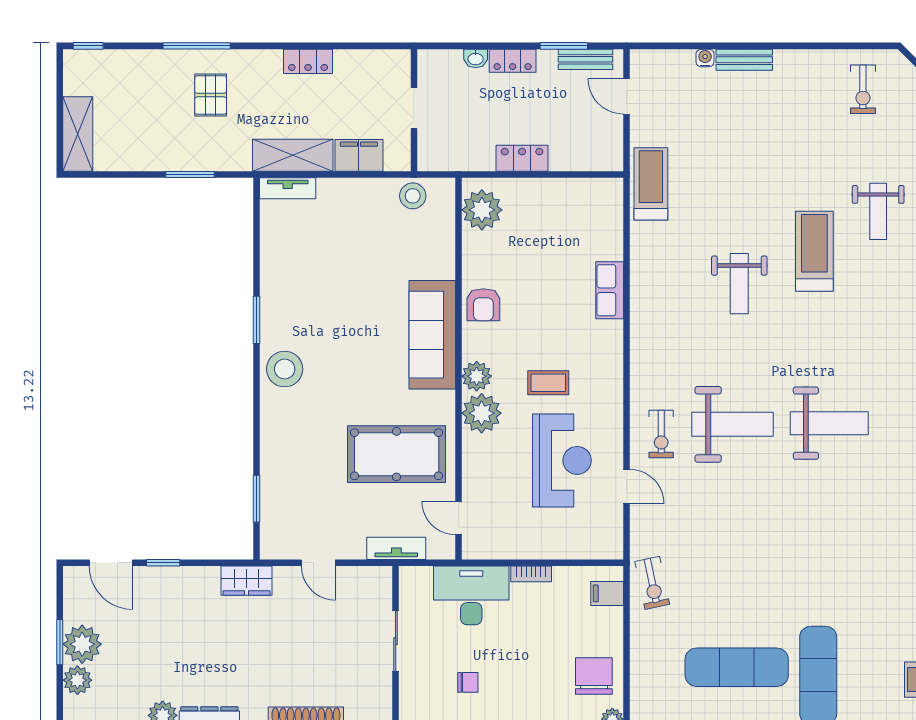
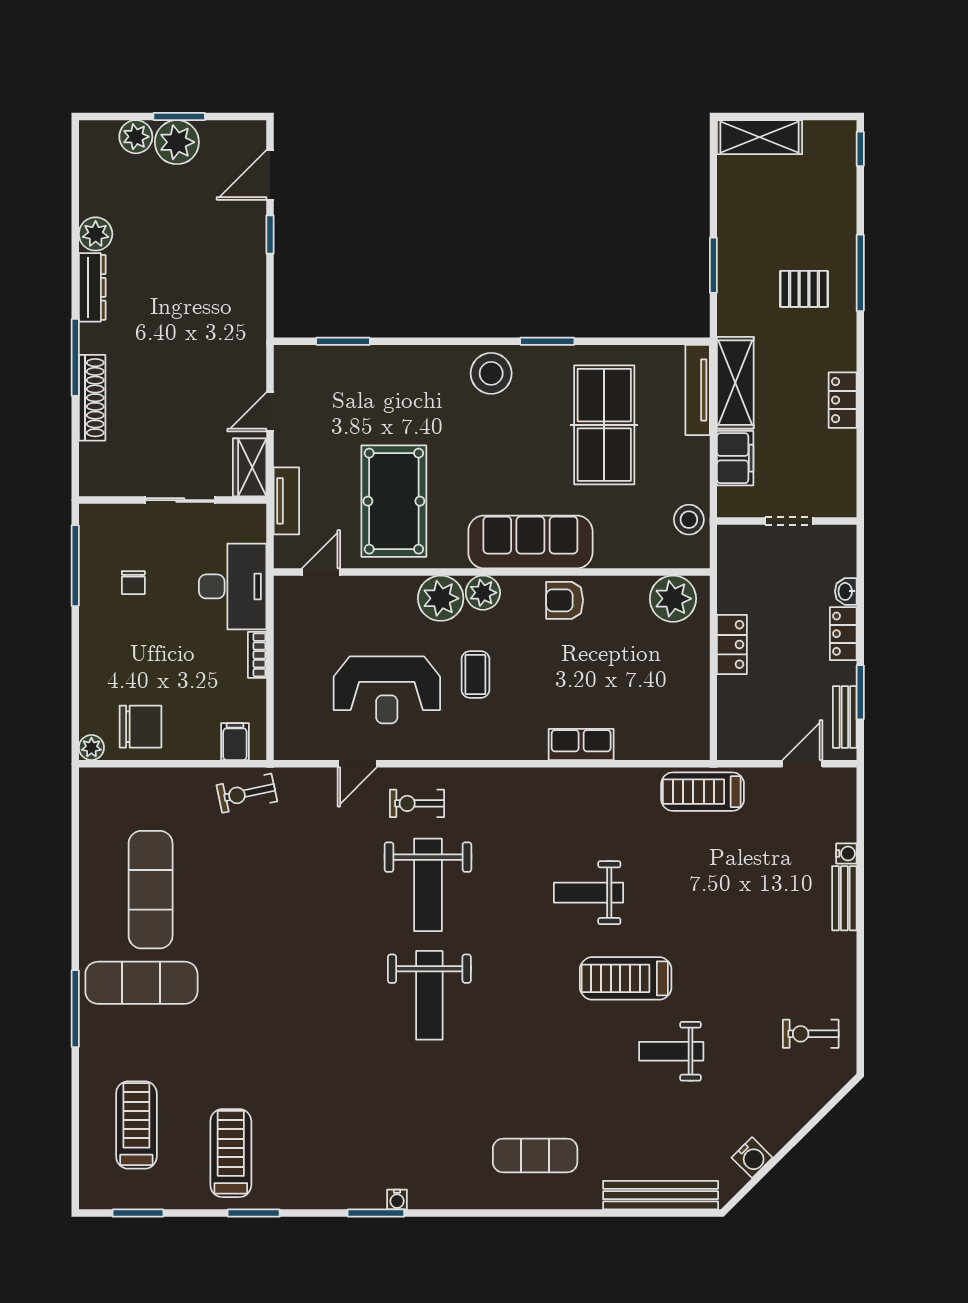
treadmill: (651, 184) -> (703, 792), turned 180
tv unit: (288, 188) -> (698, 390), width x1.41
treadmill: (814, 251) -> (626, 978), turned 180
table tennis table: (330, 270) -> (604, 425), added
wardrobe: (247, 581) -> (250, 467), moved

